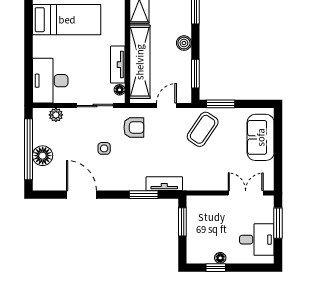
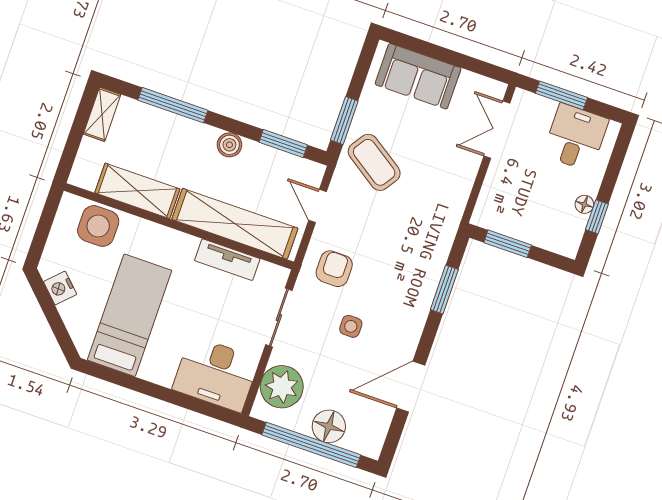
floor lamp: (120, 90) -> (268, 271), removed
plant: (56, 115) -> (282, 387), width x1.88, depth x1.88
tv unit: (164, 184) -> (438, 251), removed

